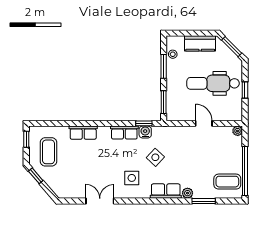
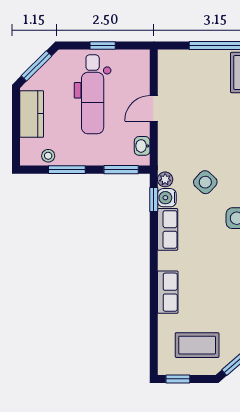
washbasin: (179, 116) -> (142, 146), added
plant: (238, 131) -> (165, 179), moved

